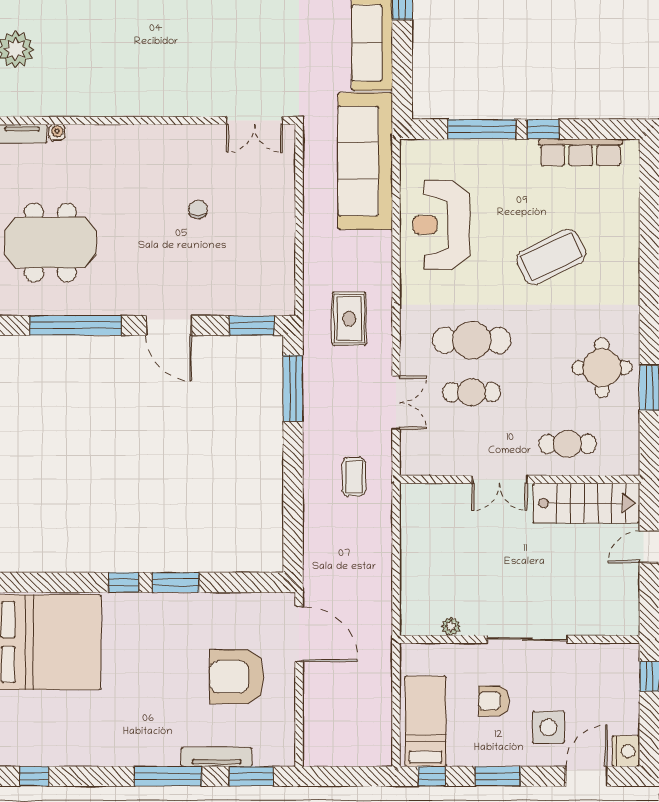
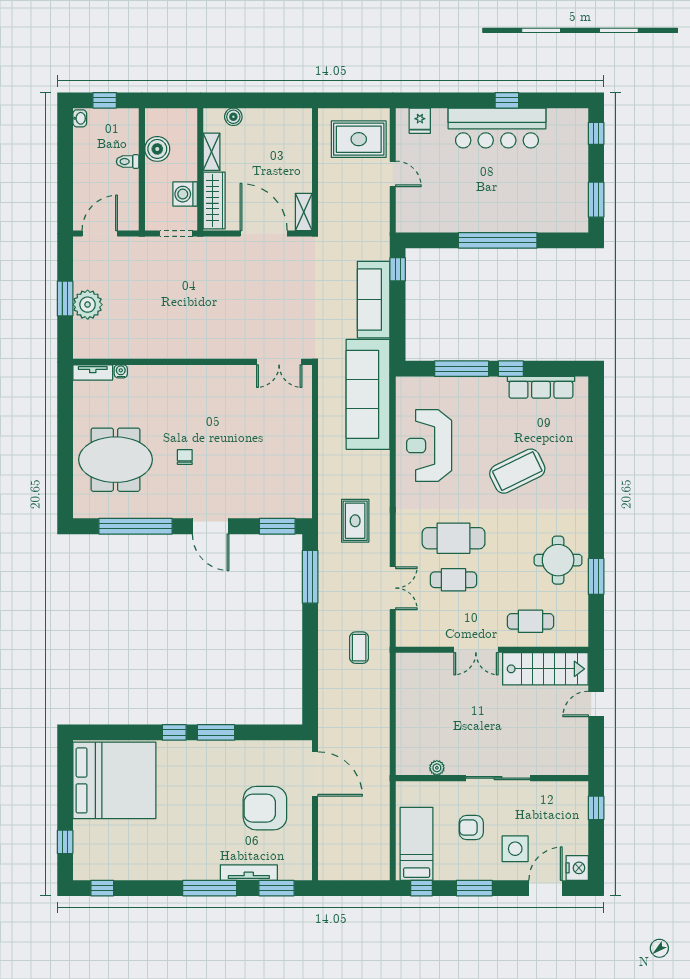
chair: (198, 209) -> (185, 457), moved

